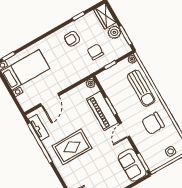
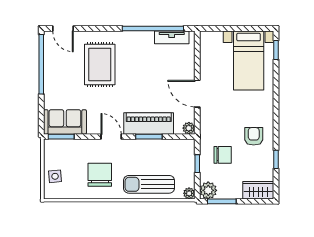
plant: (114, 32) -> (208, 190), moved
door: (50, 100) -> (197, 94), moved
rug: (72, 147) -> (100, 65), moved

